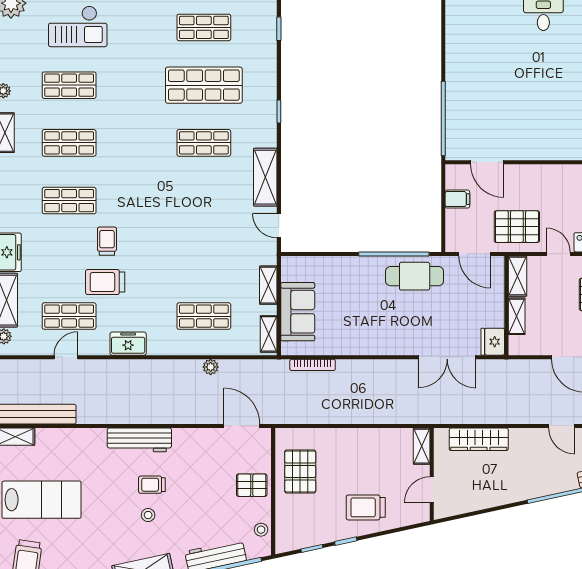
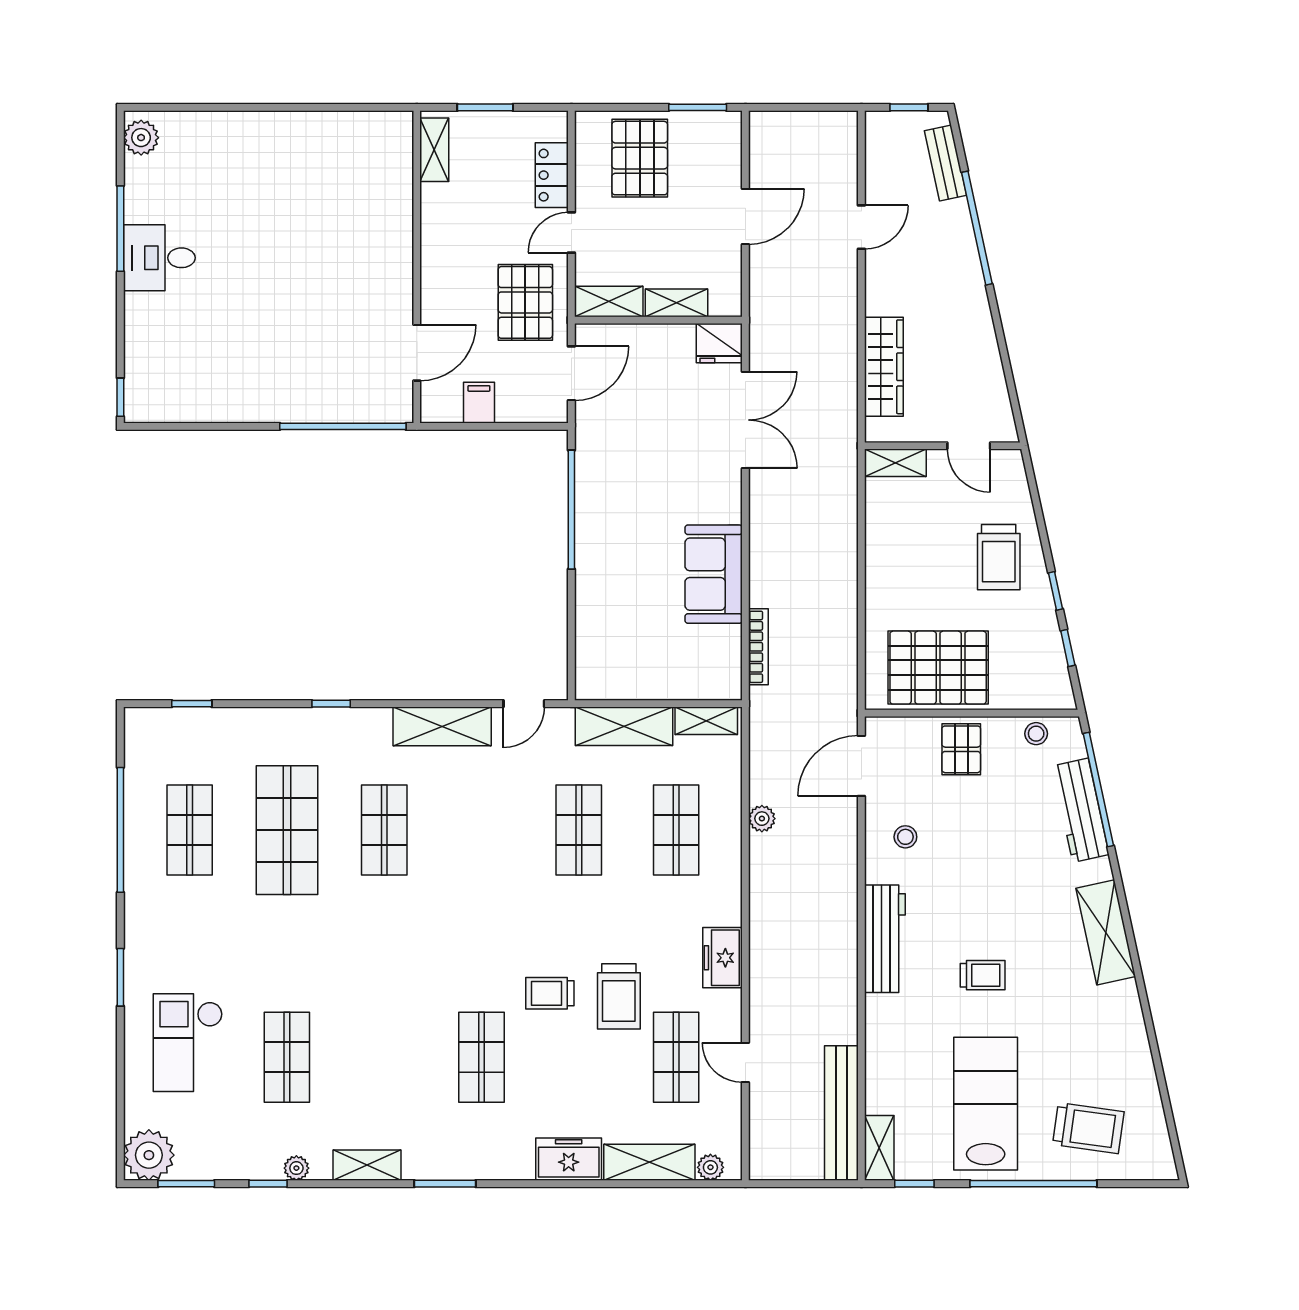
checkout: (78, 26) -> (188, 1043), turned 180
shop shelf: (69, 143) -> (579, 830), moved
cafe table: (415, 276) -> (609, 475), removed
shelving: (268, 285) -> (624, 726), width x1.50, depth x1.33
sofa: (298, 312) -> (714, 574), moved, turned -90
pallet: (300, 471) -> (938, 668), width x1.37, depth x1.41
trolley: (152, 485) -> (983, 975), moved, turned -90
stool: (148, 515) -> (905, 837), moved

